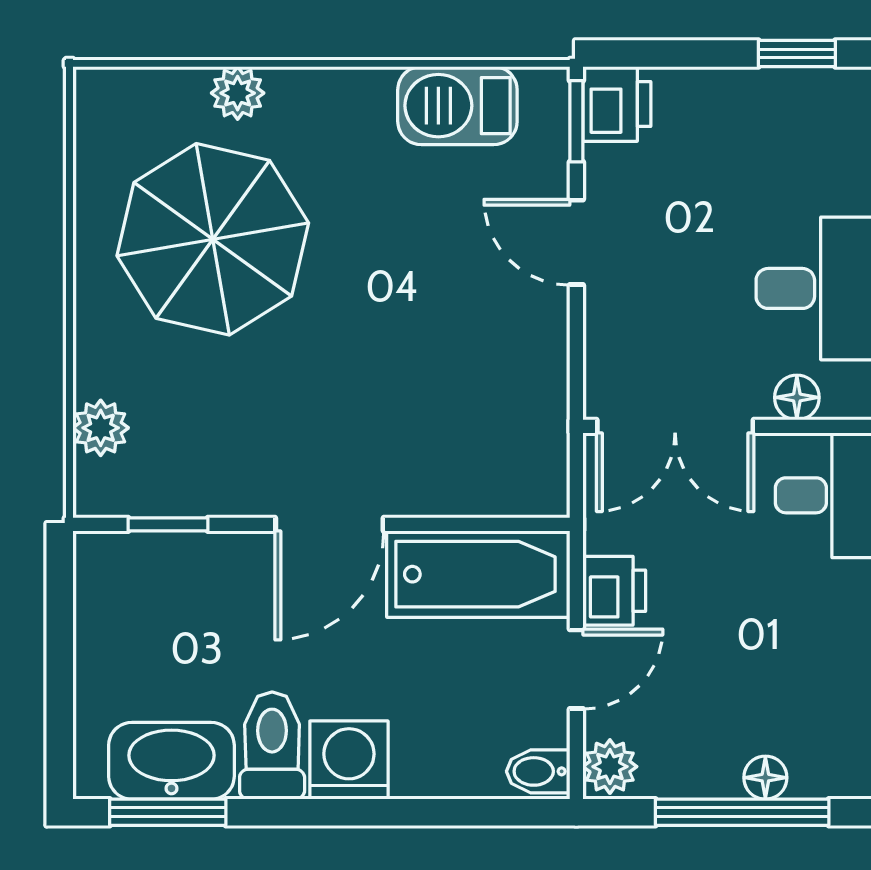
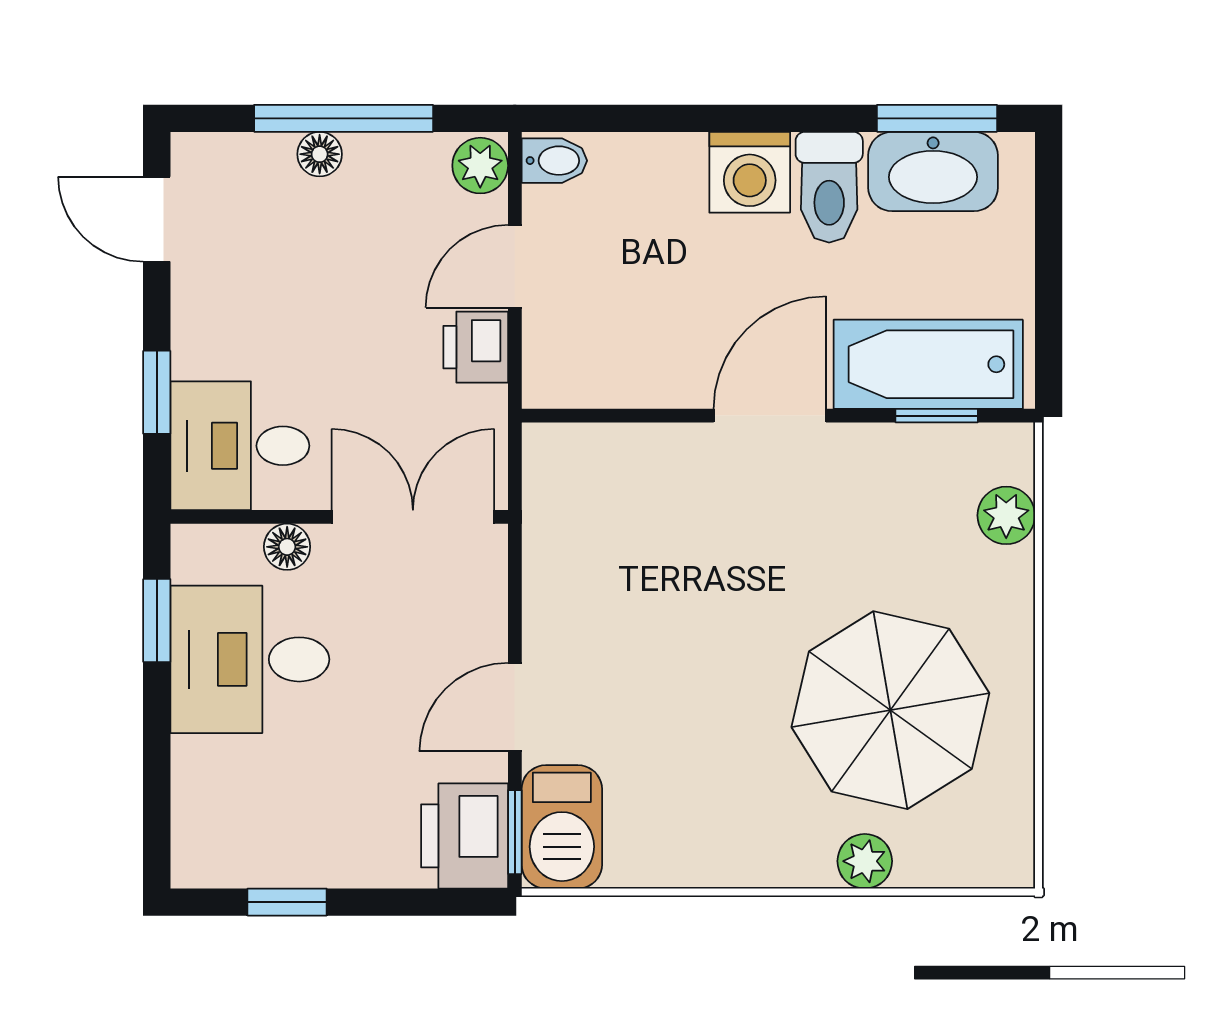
printer: (617, 104) -> (465, 836), width x1.36, depth x1.24
barbecue: (457, 106) -> (562, 827), moved, turned 90
door: (576, 242) -> (515, 707), swing flipped
bathtub: (478, 574) -> (928, 364), moved

